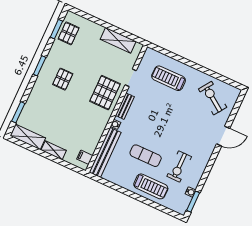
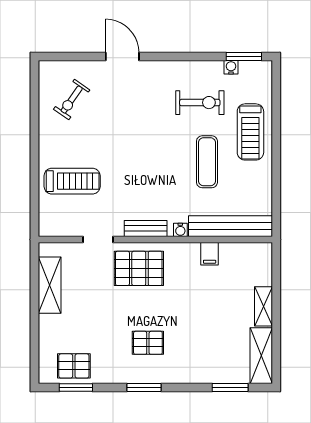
treadmill: (169, 78) -> (72, 181), turned -90
exercise bike: (213, 98) -> (72, 100), width x0.73, depth x0.72
filing cabinet: (85, 157) -> (210, 254), moved
treadmill: (151, 186) -> (250, 132), turned 180

